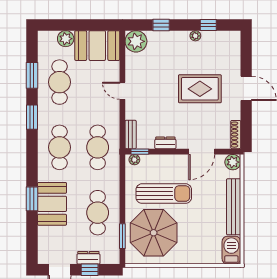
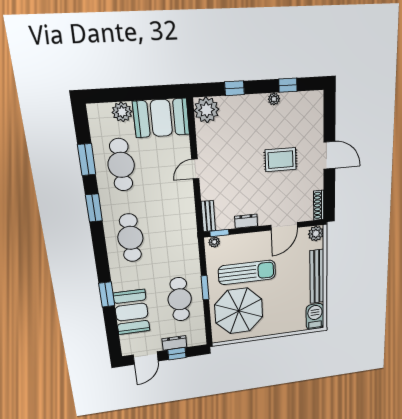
rug: (200, 89) -> (281, 160), width x0.73, depth x0.70
door: (122, 91) -> (195, 169), hinge flipped
cafe table: (98, 147) -> (173, 233), removed
booth: (52, 204) -> (132, 312), moved
window: (122, 236) -> (205, 288), moved

